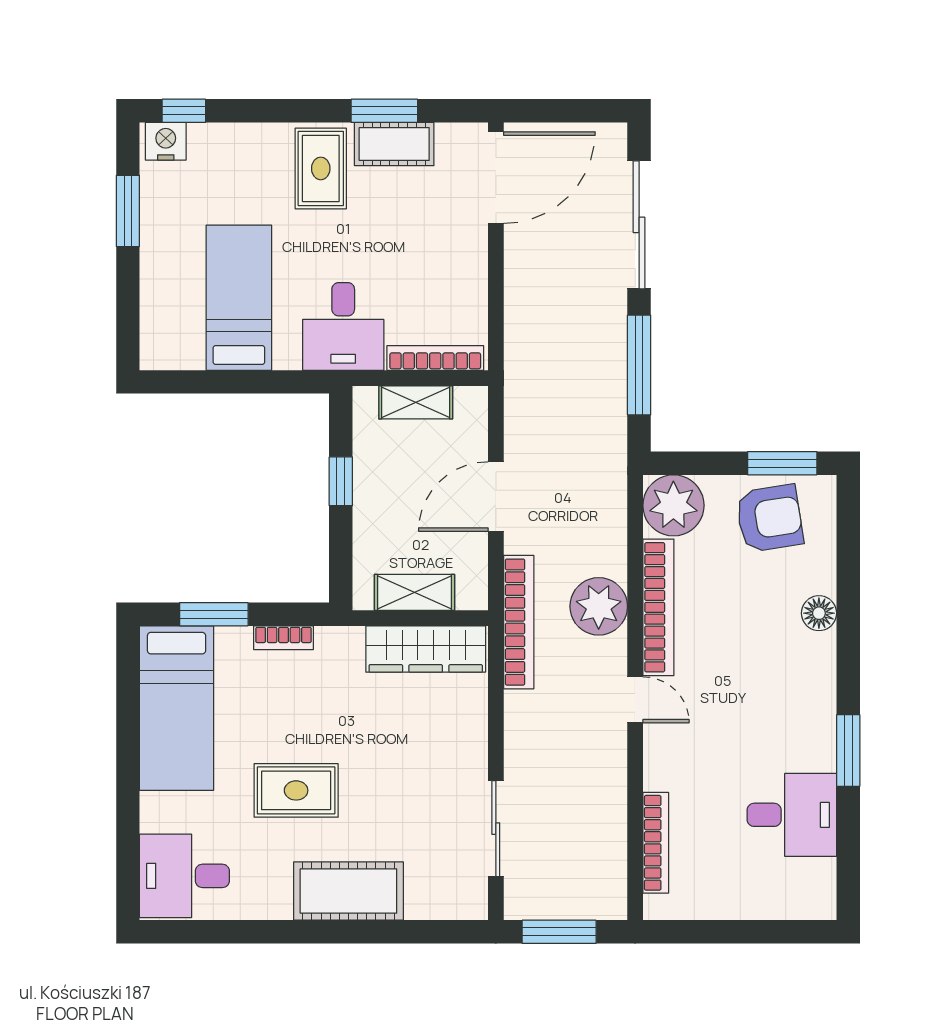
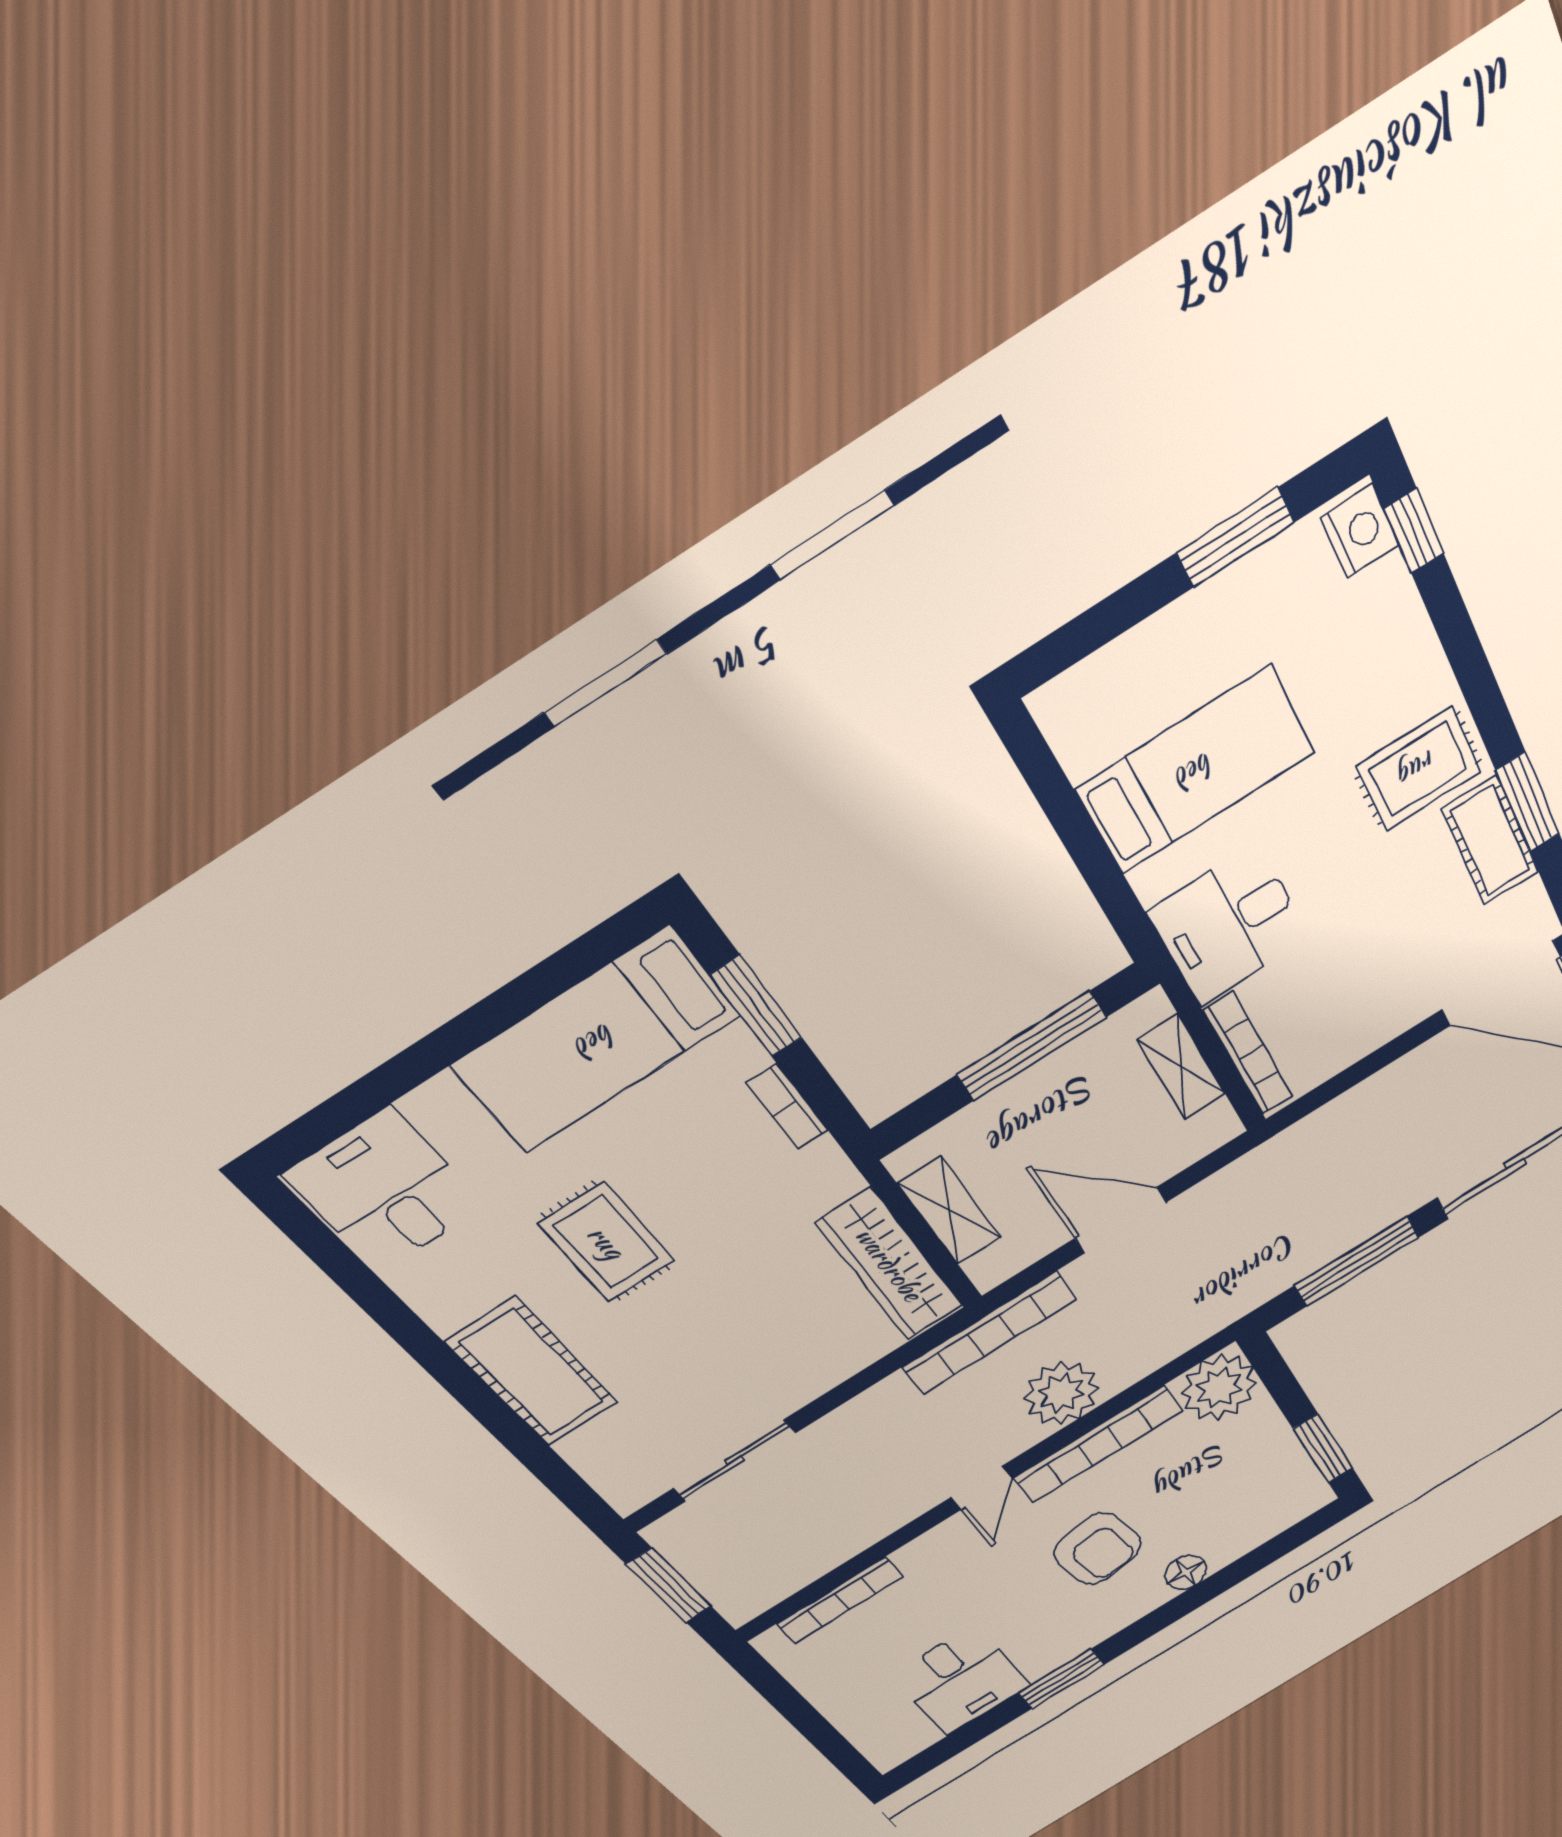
window: (341, 481) -> (1031, 1046), width x2.17
armchair: (770, 518) -> (1098, 1549), moved

